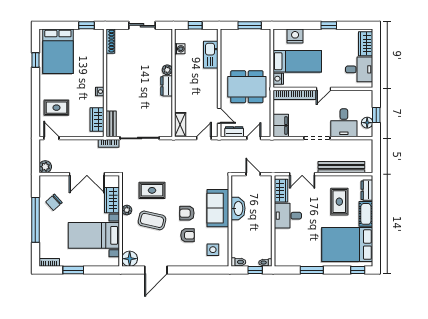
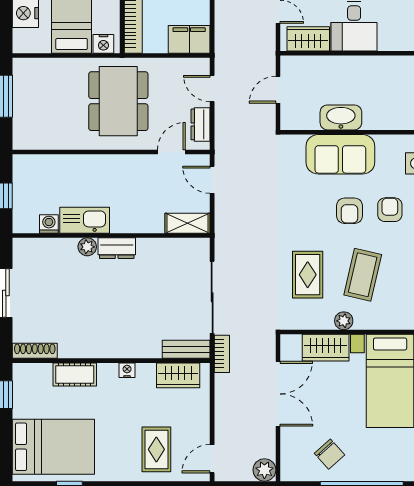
kitchen sink: (211, 55) -> (85, 220), moved, turned 180
cot: (97, 63) -> (75, 374), added

